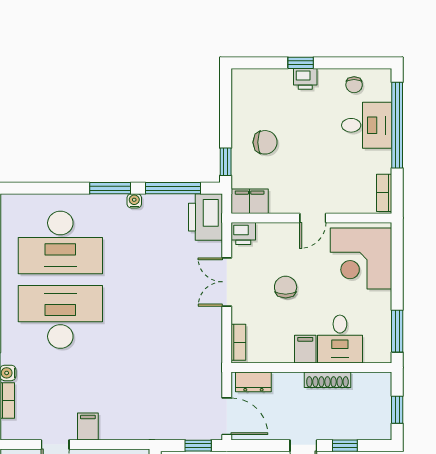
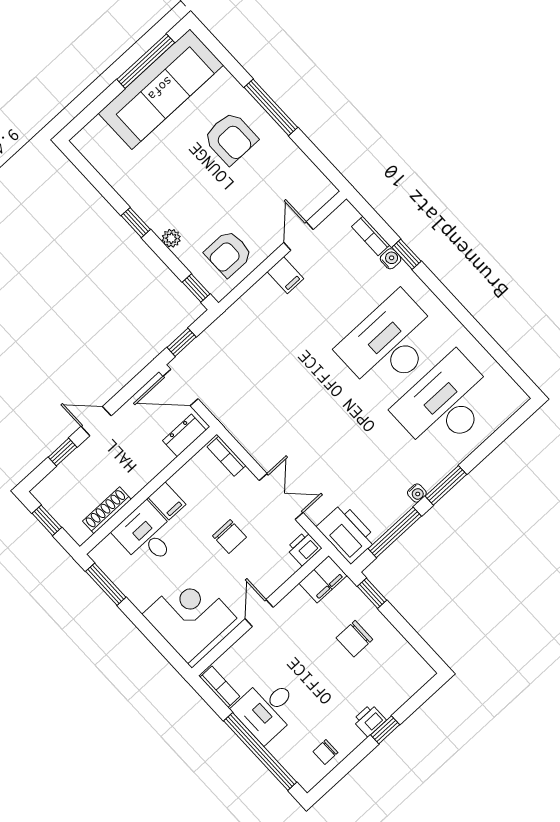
chair: (354, 85) -> (325, 752), turned -90
desk: (367, 125) -> (267, 709), moved
desk: (60, 317) -> (390, 344), turned 180
shoe rack: (327, 380) -> (107, 510), moved

